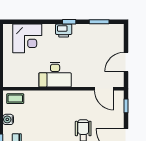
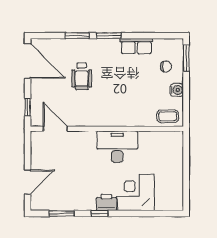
corner desk: (27, 38) -> (136, 192), moved
door: (126, 62) -> (28, 182), moved

